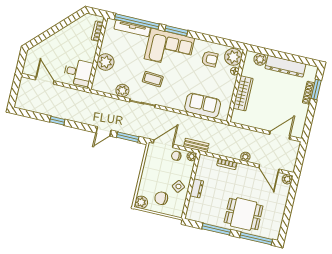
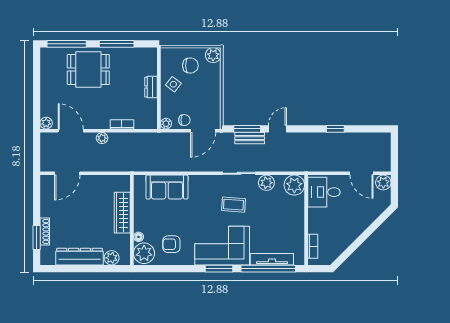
plant: (106, 62) -> (294, 185), moved
plant: (29, 69) -> (383, 183), added
bench: (196, 145) -> (250, 138), moved

